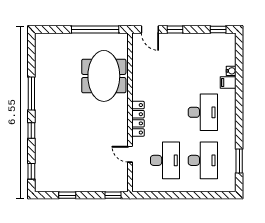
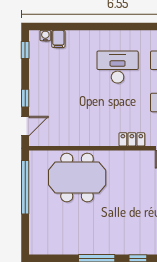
water cooler: (231, 71) -> (45, 36), moved
filing cabinet: (228, 83) -> (58, 39), moved
locker: (138, 119) -> (132, 139), width x0.66

